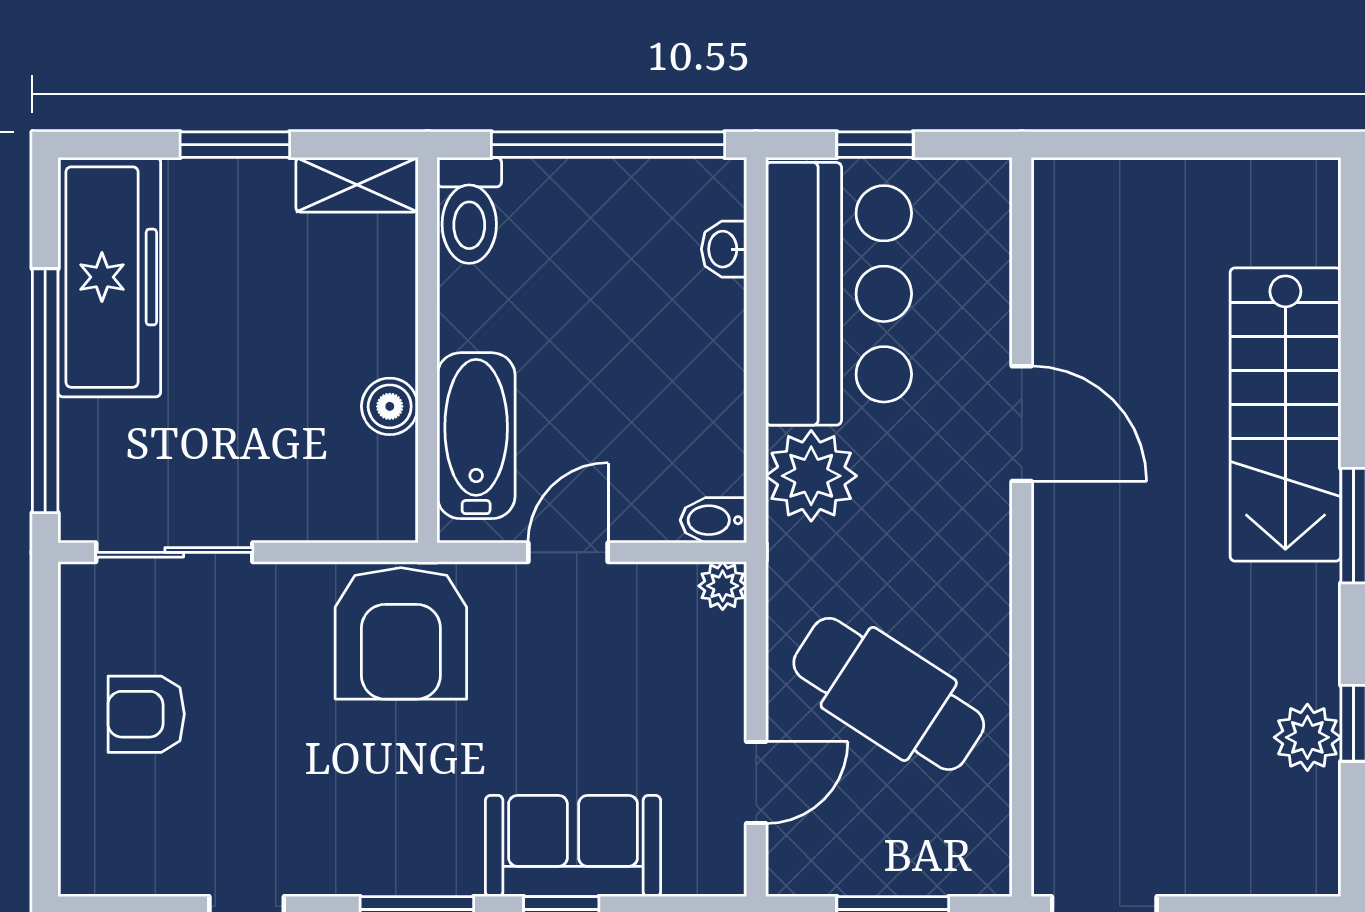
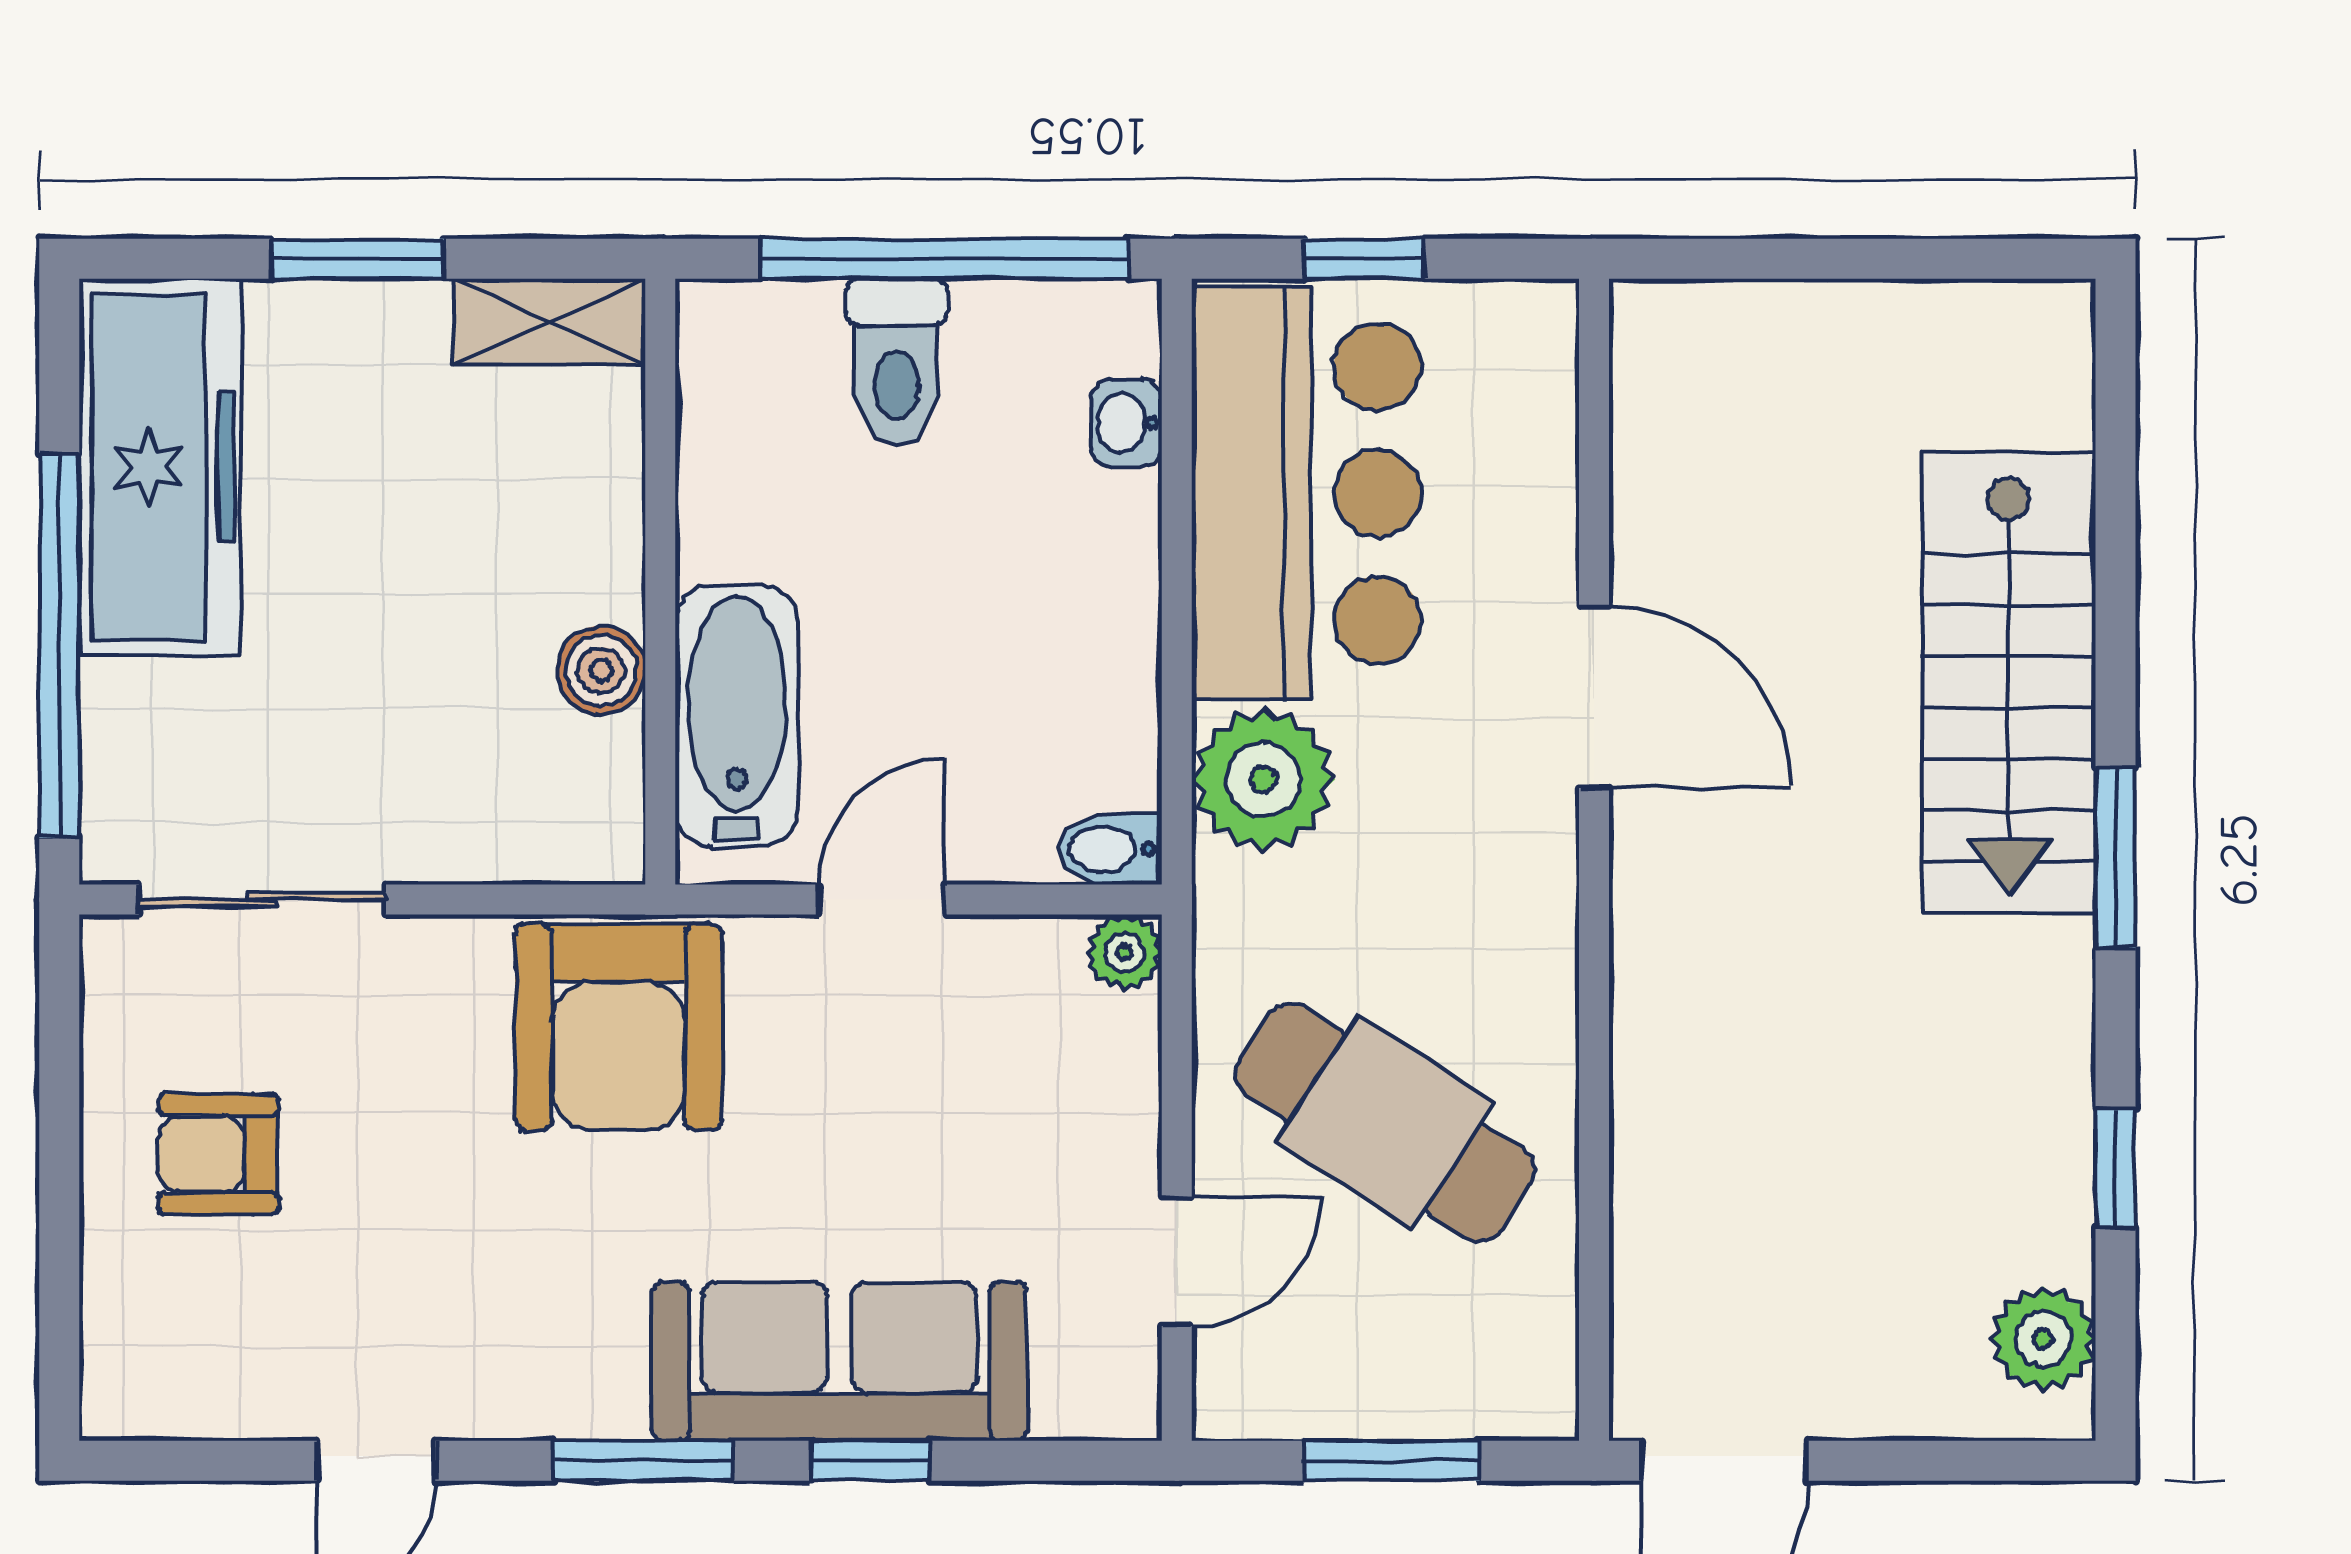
toilet: (469, 210) -> (897, 362), moved
plant: (1307, 737) -> (2043, 1339), moved
sofa: (573, 846) -> (839, 1361), width x1.36

